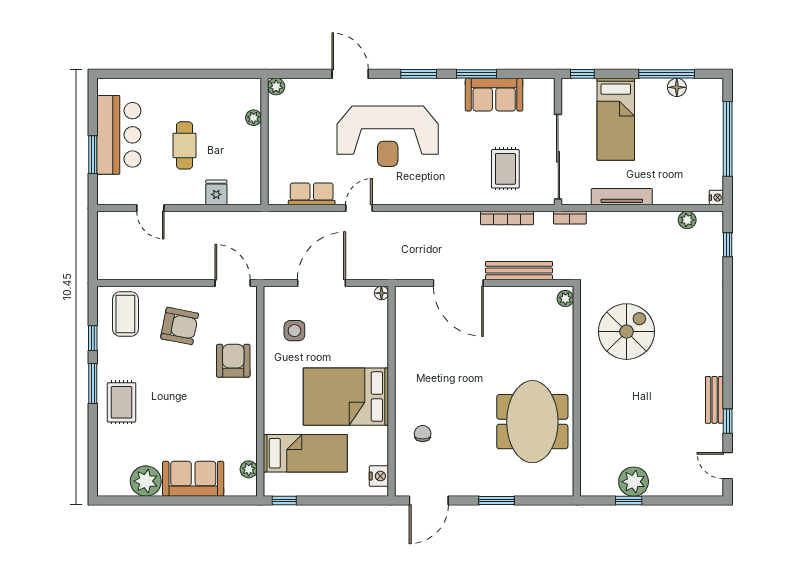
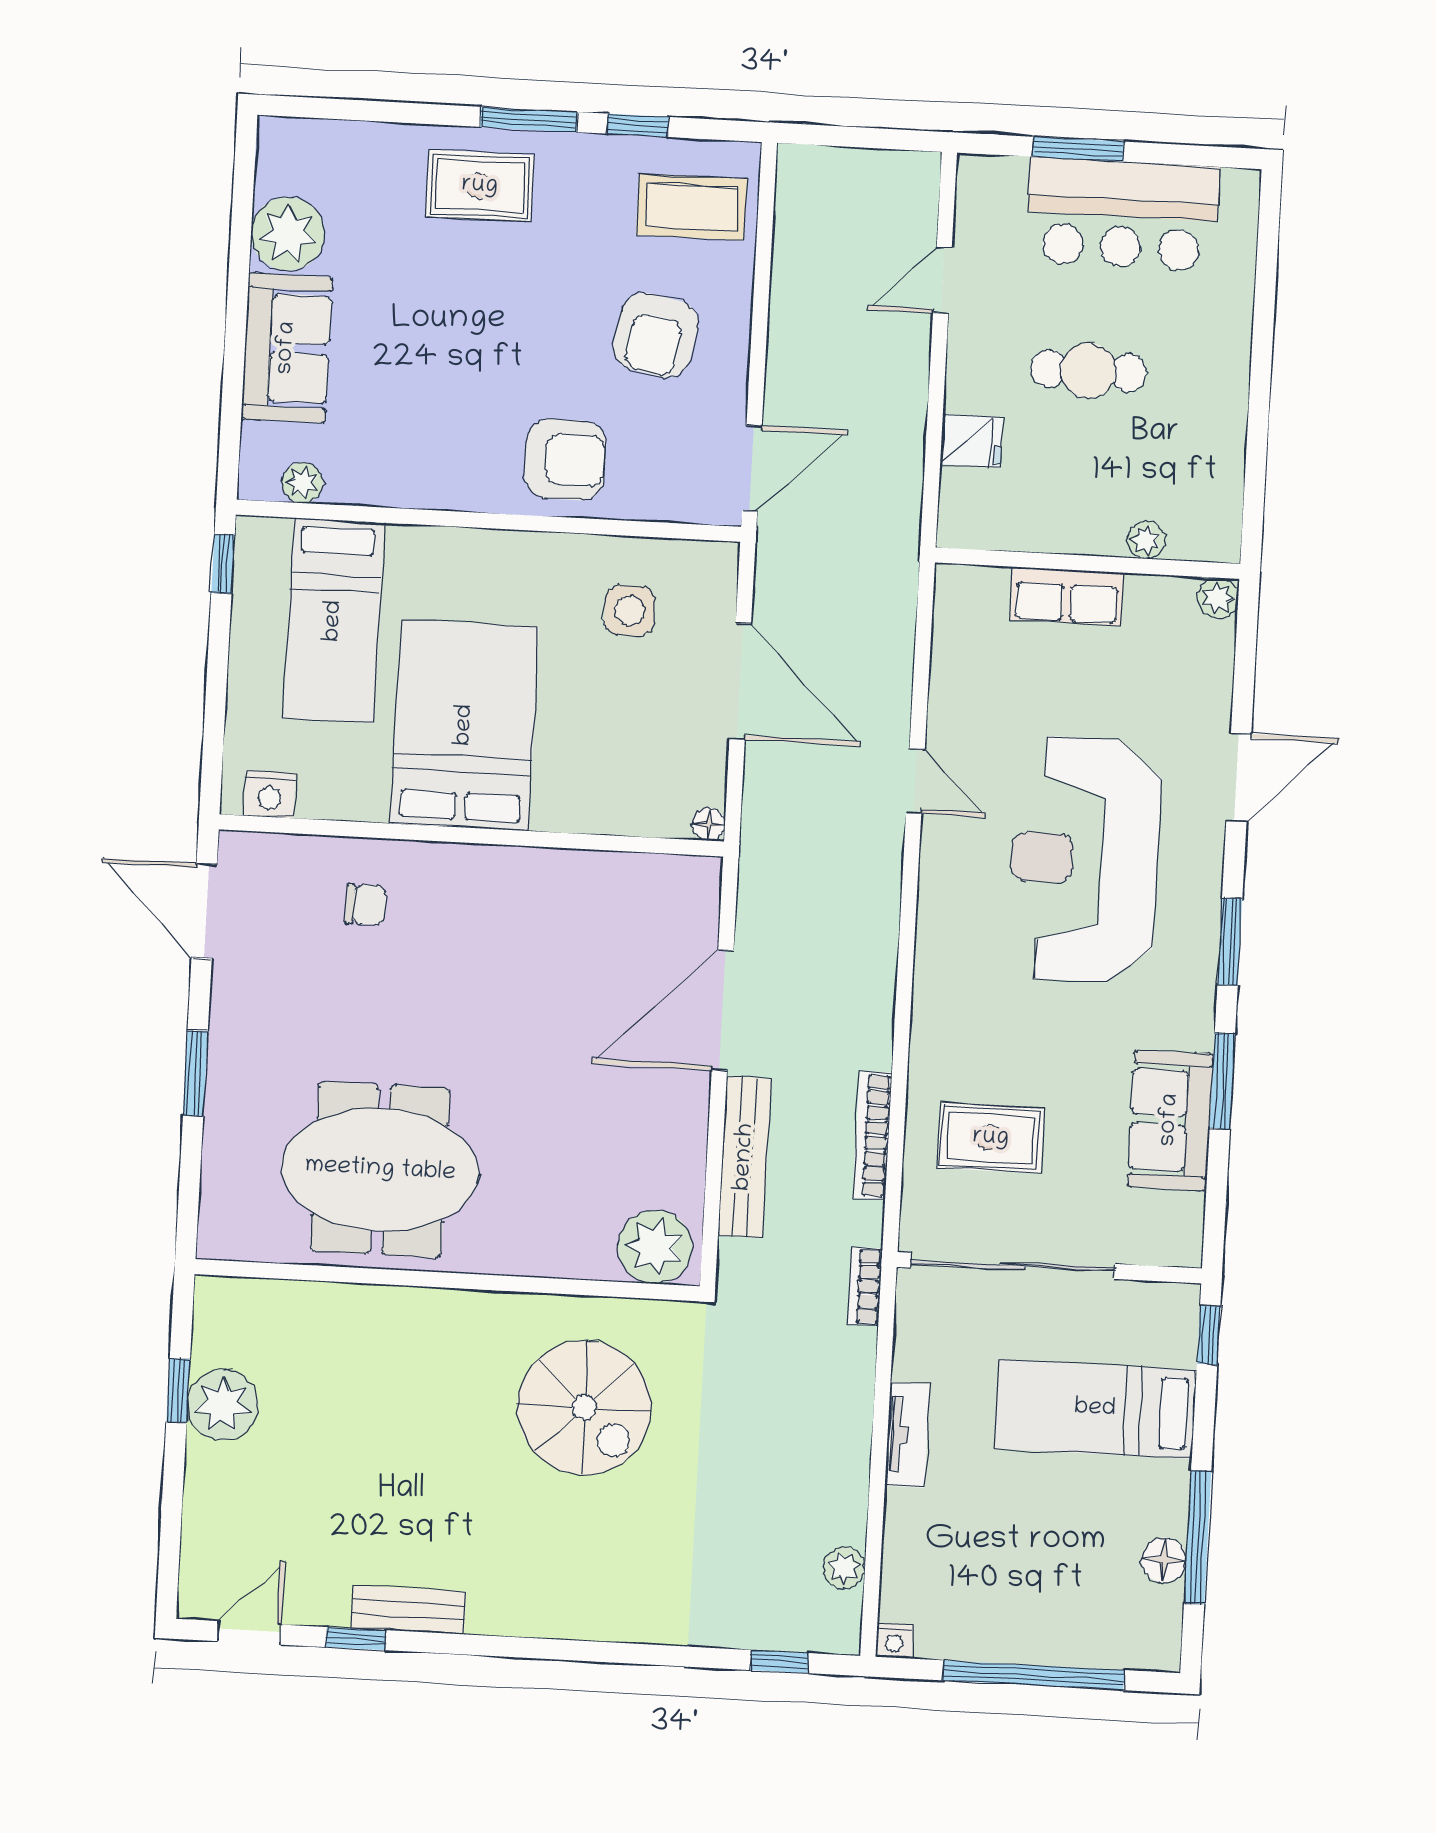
row of seats: (312, 194) -> (1067, 596), moved, turned 90
tv unit: (622, 197) -> (907, 1435), width x0.71
plant: (565, 299) -> (655, 1247), width x1.87, depth x1.87

